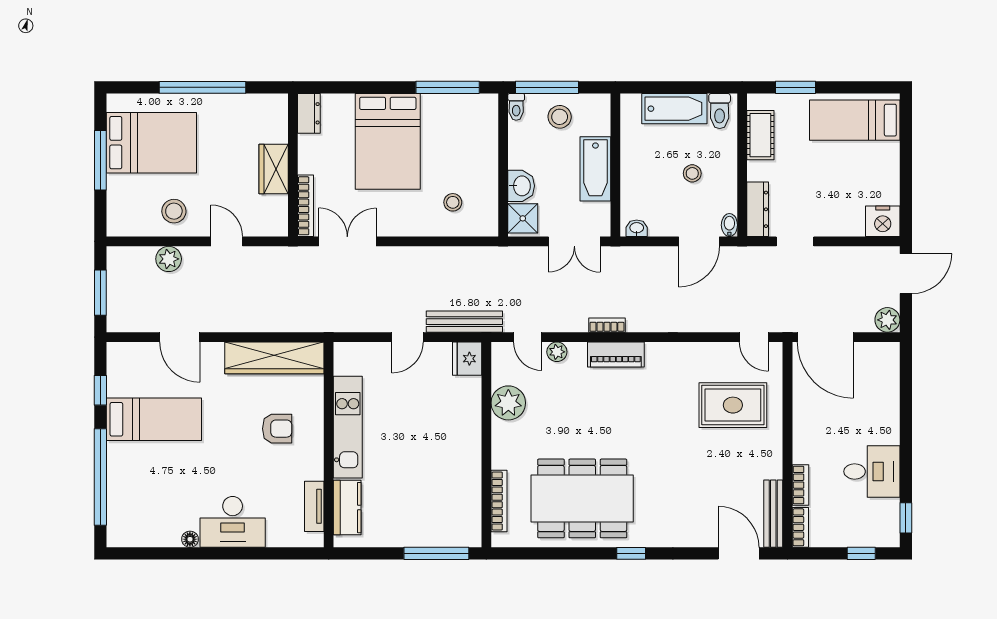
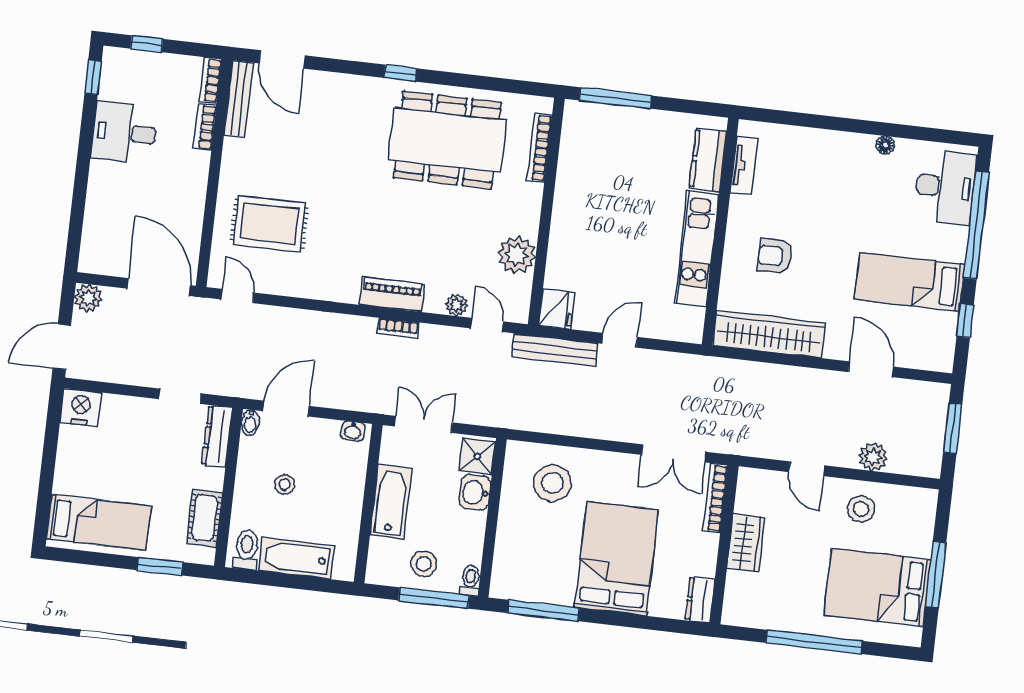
stool: (453, 202) -> (552, 483), width x1.89, depth x1.89
desk: (233, 522) -> (945, 187), moved, turned 90

